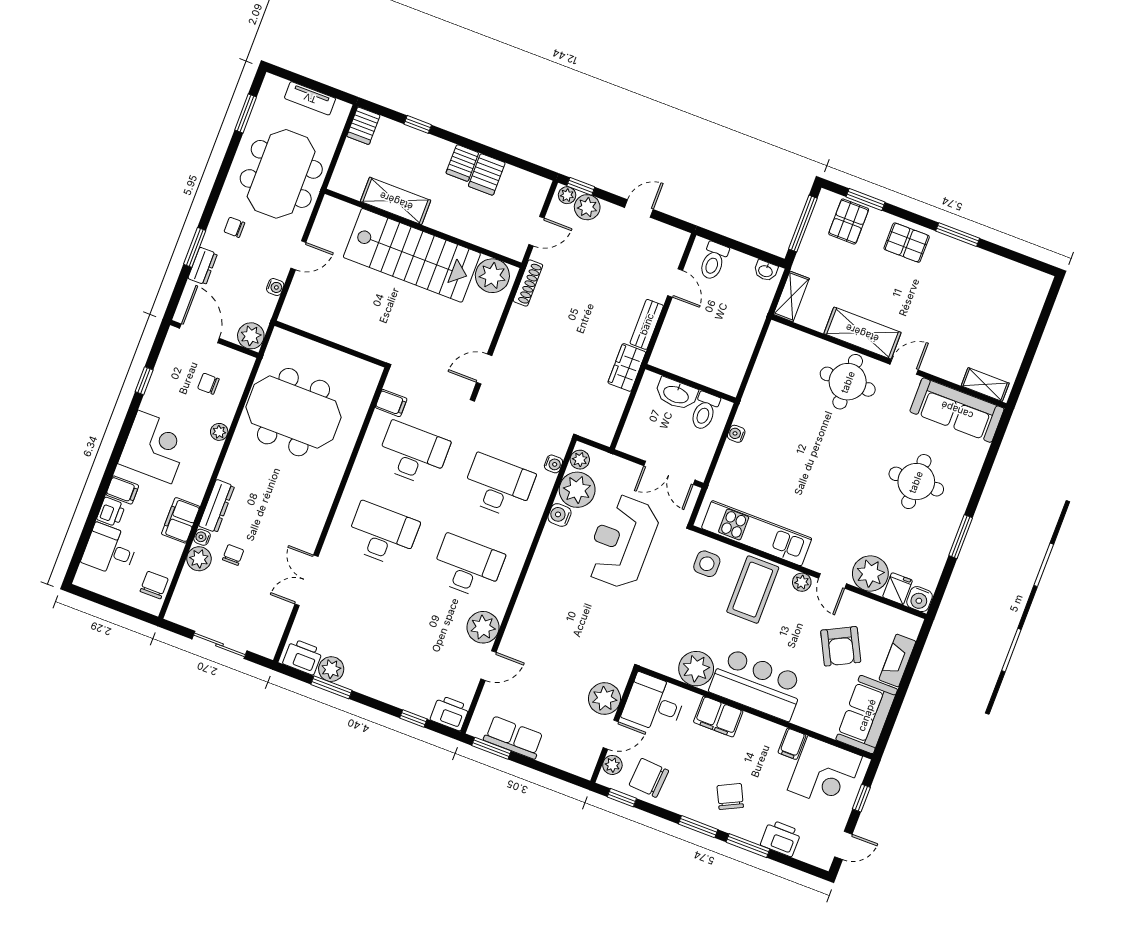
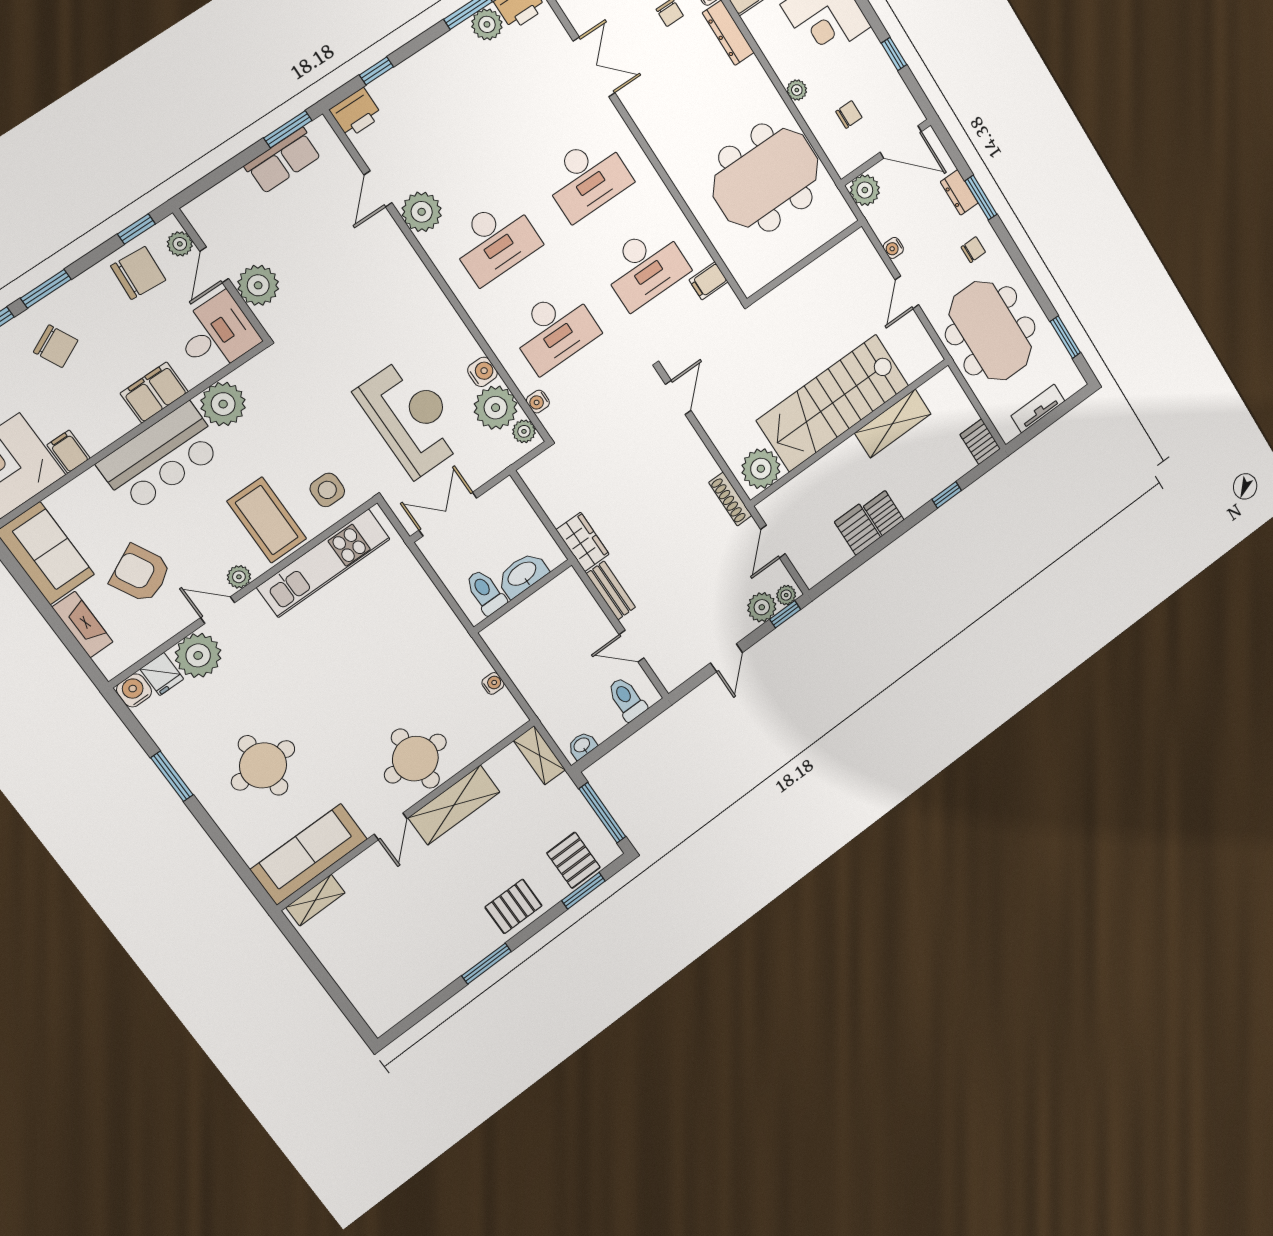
water cooler: (736, 434) -> (493, 683), moved

